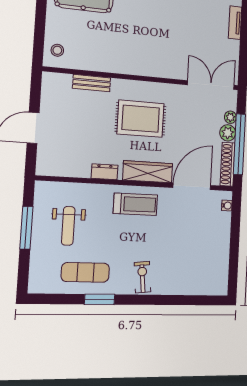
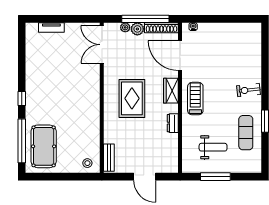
bench: (92, 83) -> (109, 158), moved
wardrobe: (148, 172) -> (171, 91), width x0.67

